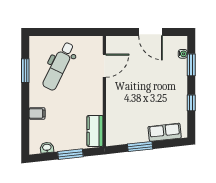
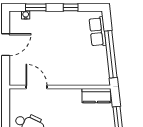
window: (140, 147) -> (111, 54), width x2.11

